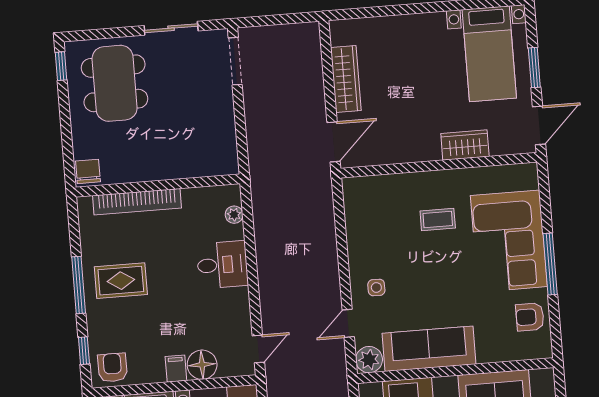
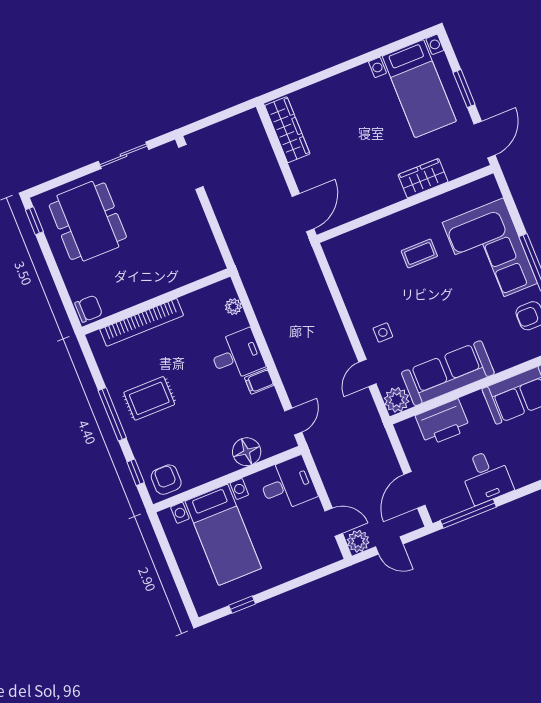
wardrobe: (346, 79) -> (287, 130), moved
chair: (88, 171) -> (89, 309), turned 90
filing cabinet: (176, 369) -> (259, 381), moved, turned -90

